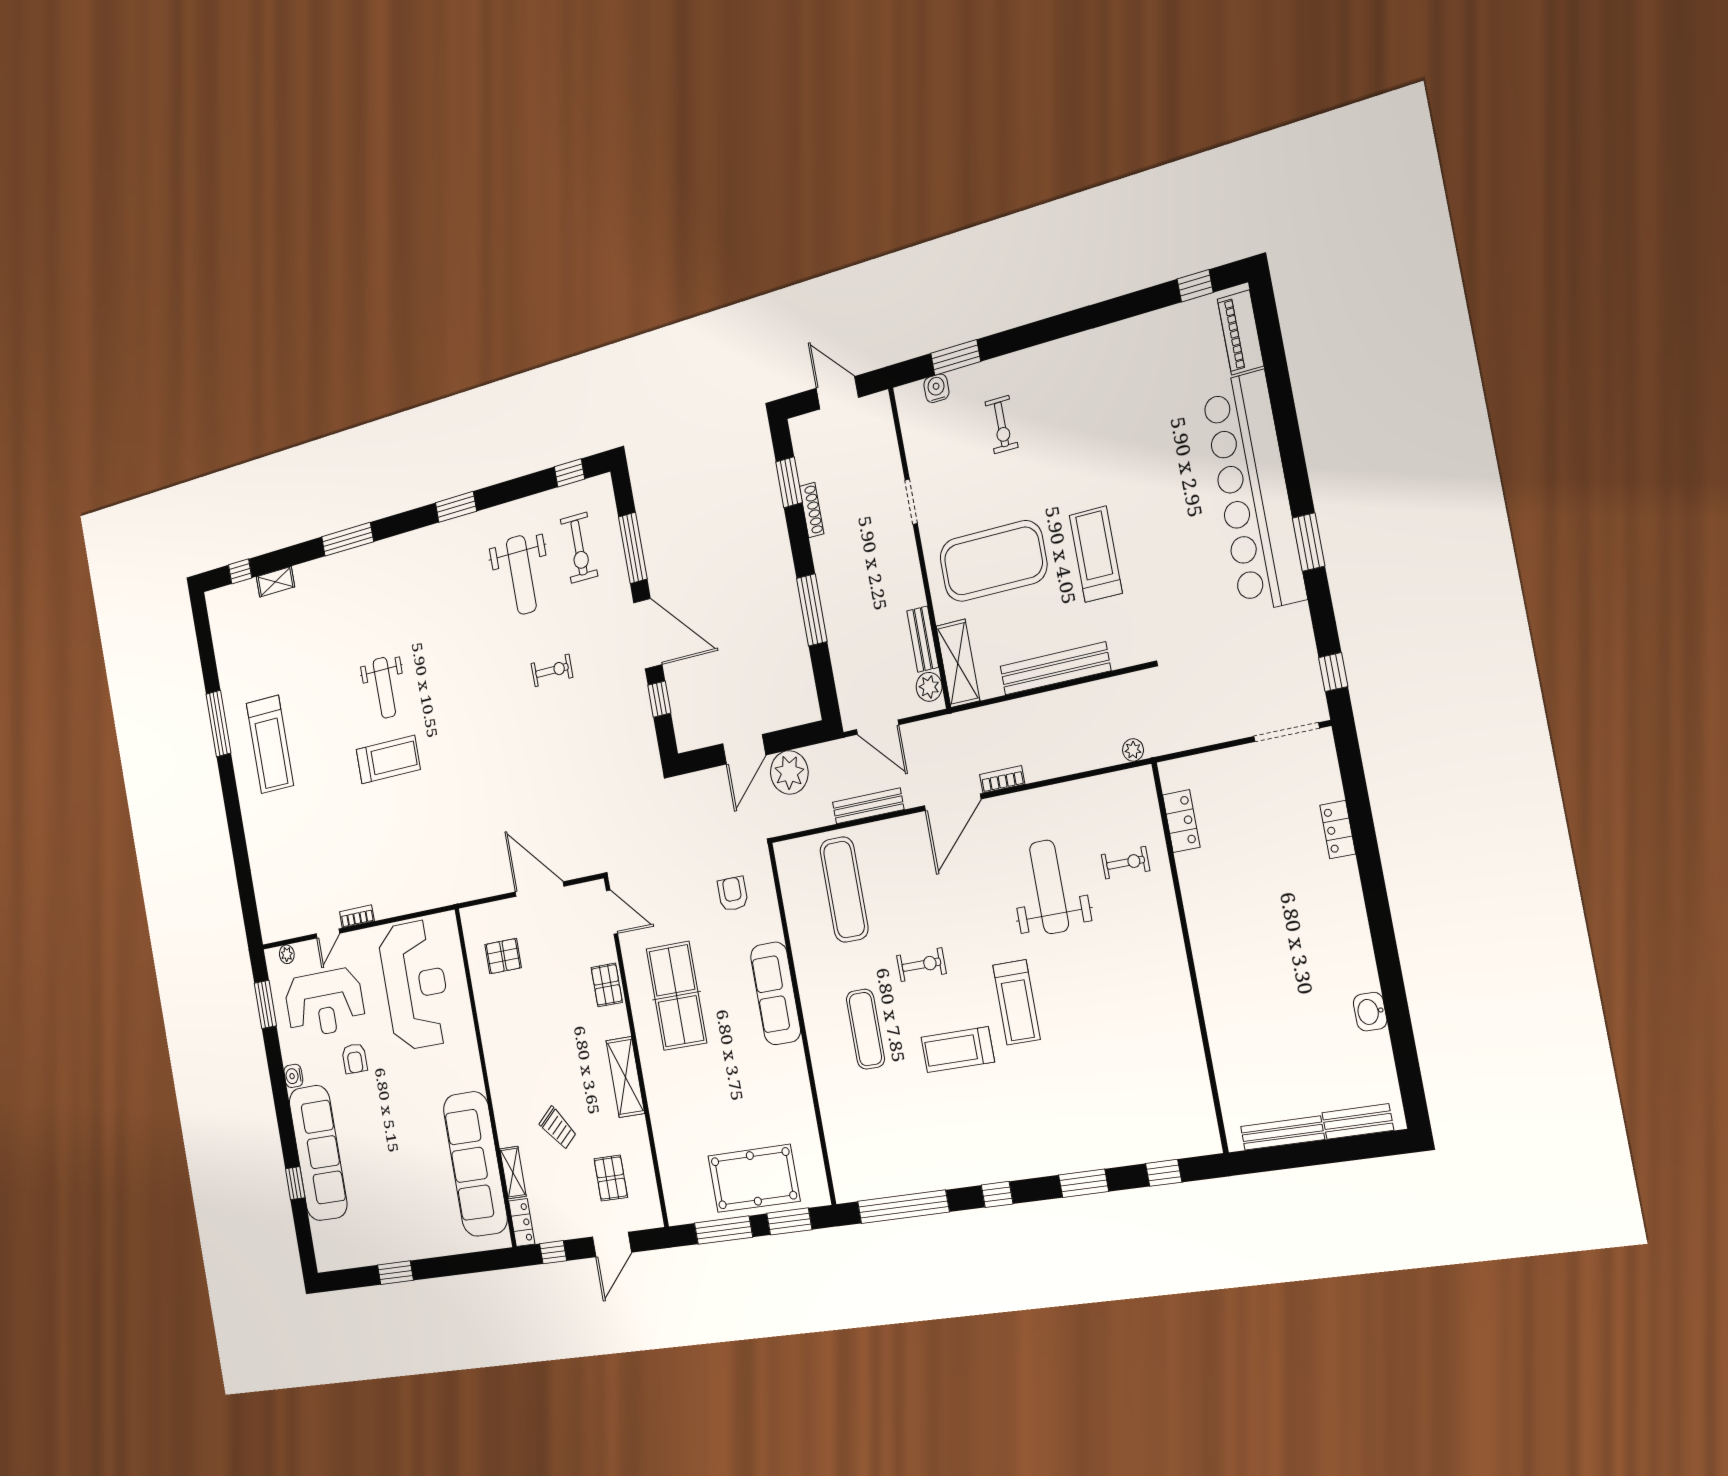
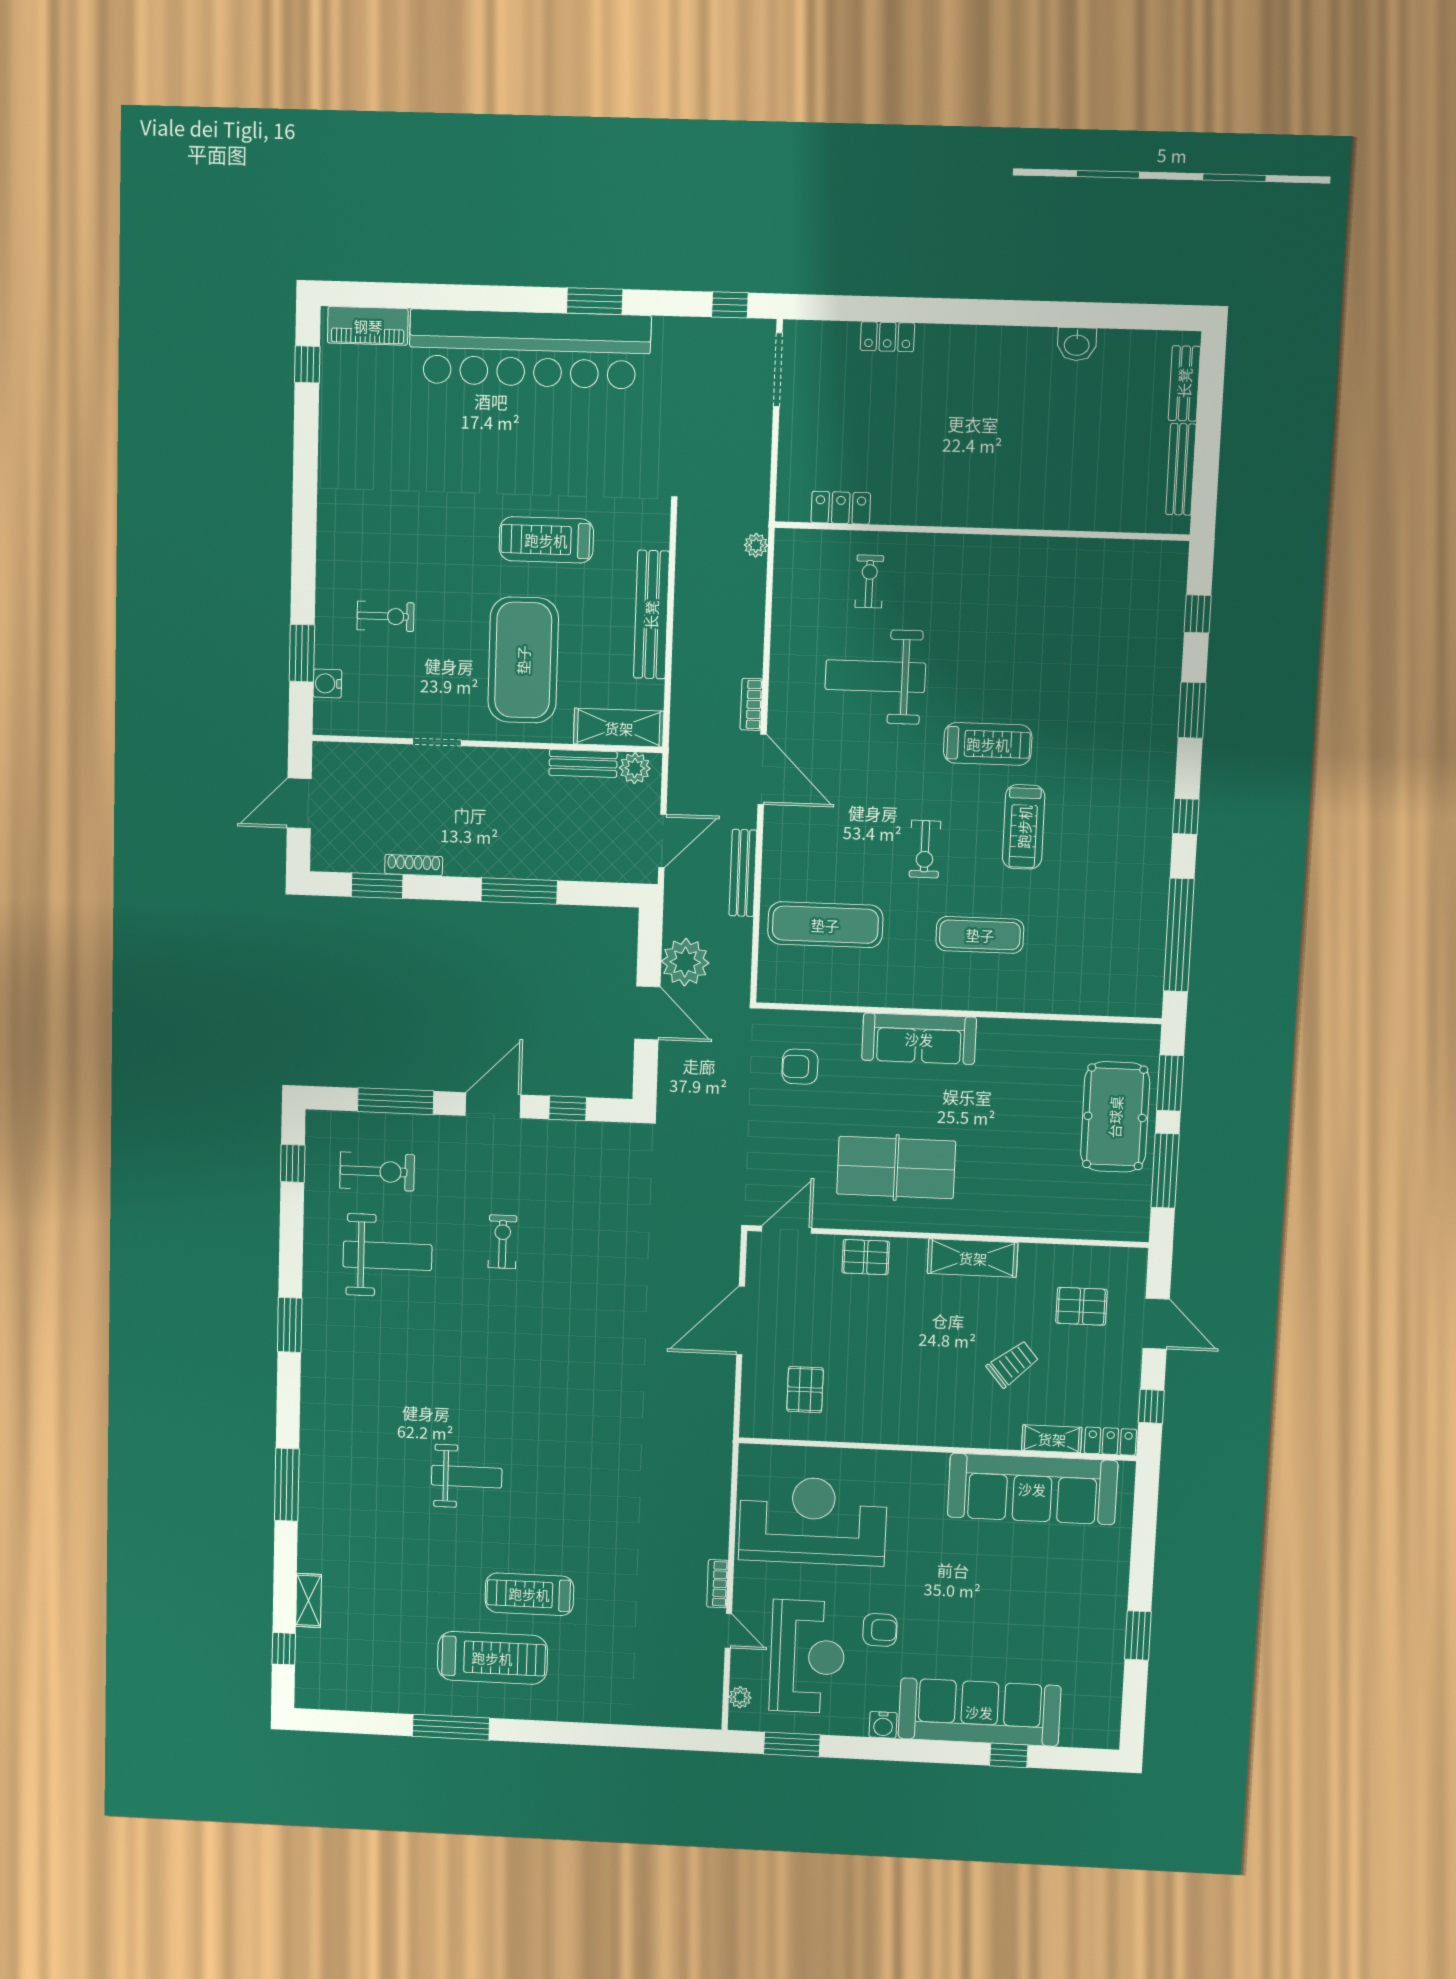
door: (648, 634) -> (493, 1105), width x0.73
treadmill: (388, 759) -> (529, 1594), moved, turned -90
exercise bike: (921, 965) -> (925, 849), turned 180

